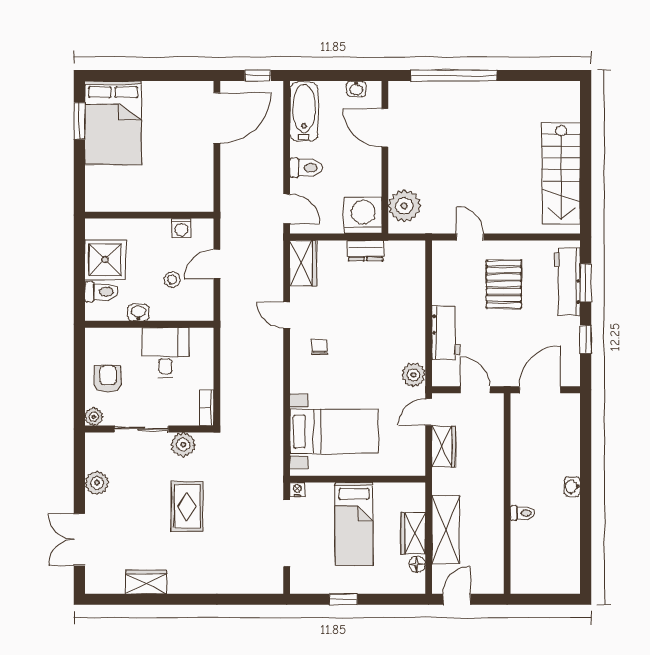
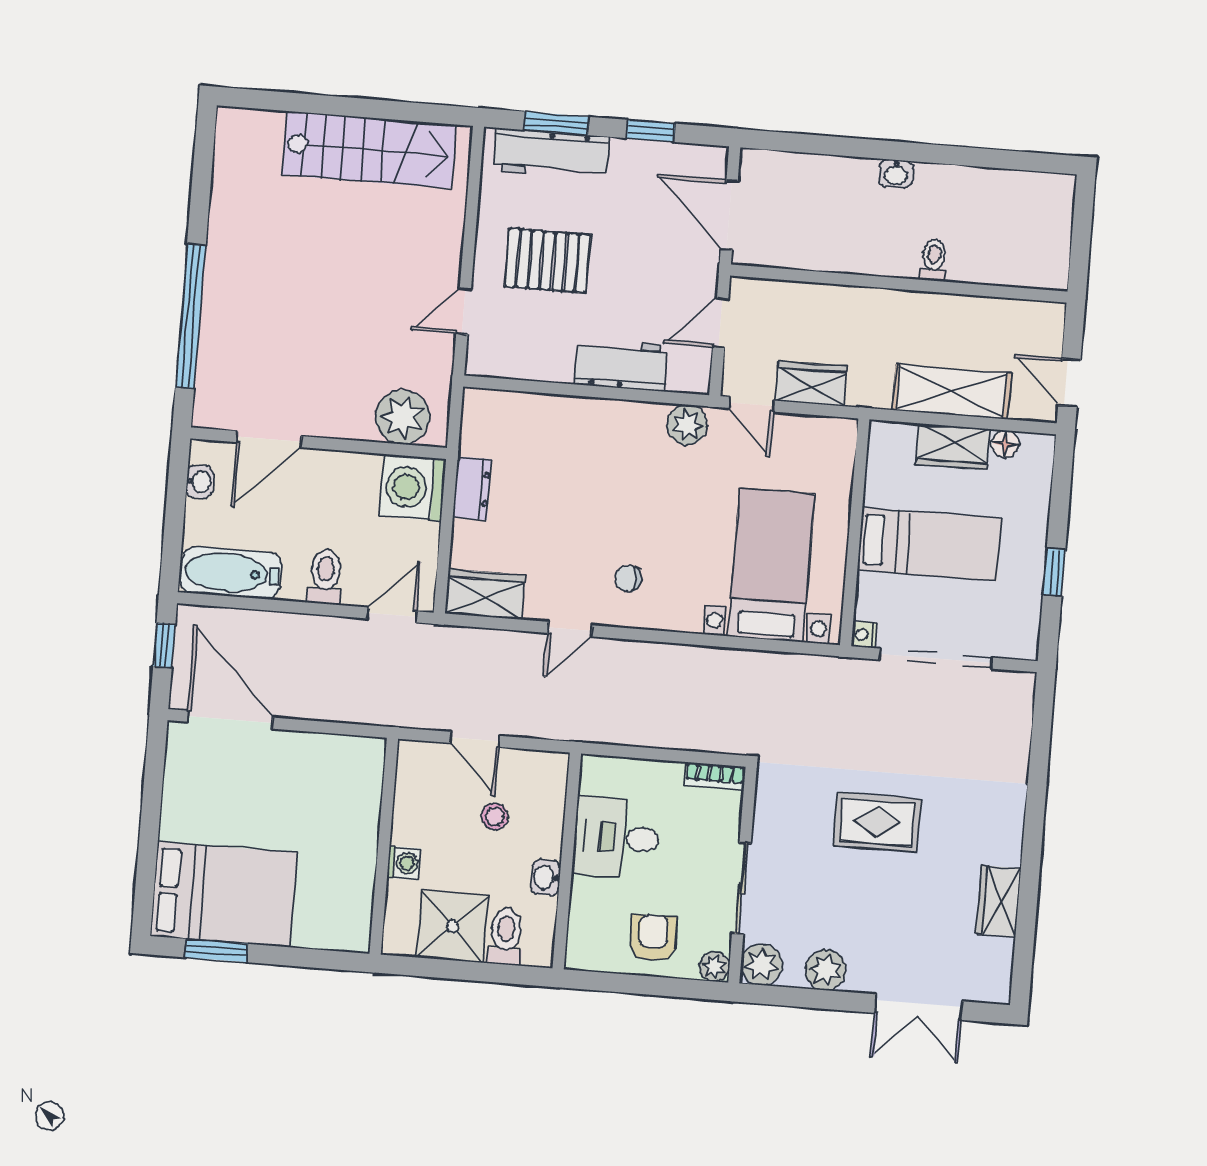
washing machine: (181, 228) -> (404, 863), moved
armchair: (108, 379) -> (653, 938), turned 89
plant: (183, 445) -> (761, 965), moved

